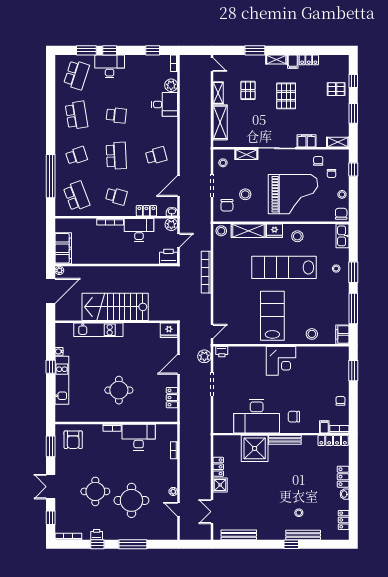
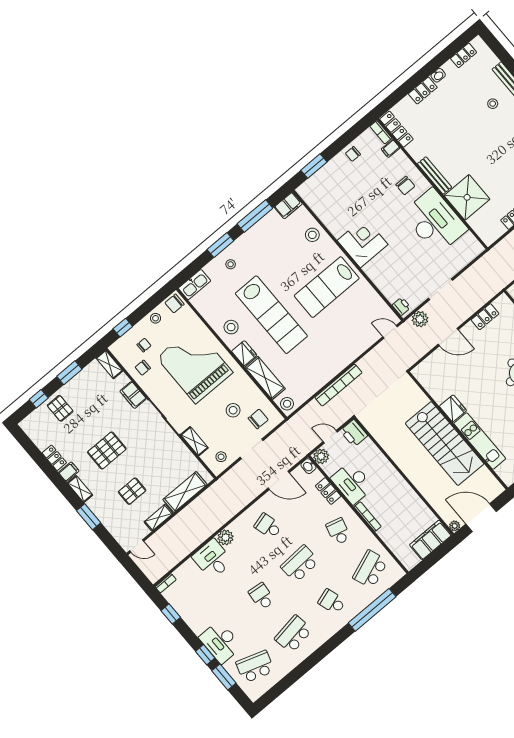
door: (212, 65) -> (137, 546), swing flipped
plant: (171, 85) -> (226, 537), moved
fridge: (169, 330) -> (453, 408), moved

